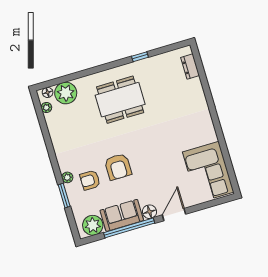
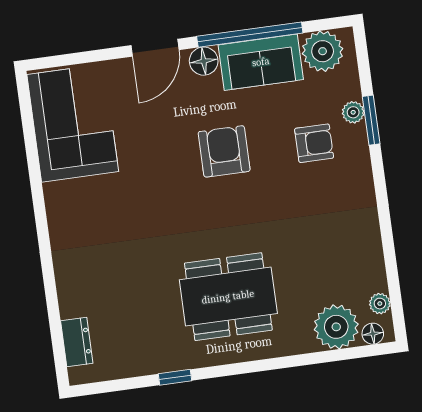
armchair: (118, 167) -> (224, 151), moved
plant: (67, 177) -> (353, 112), moved

